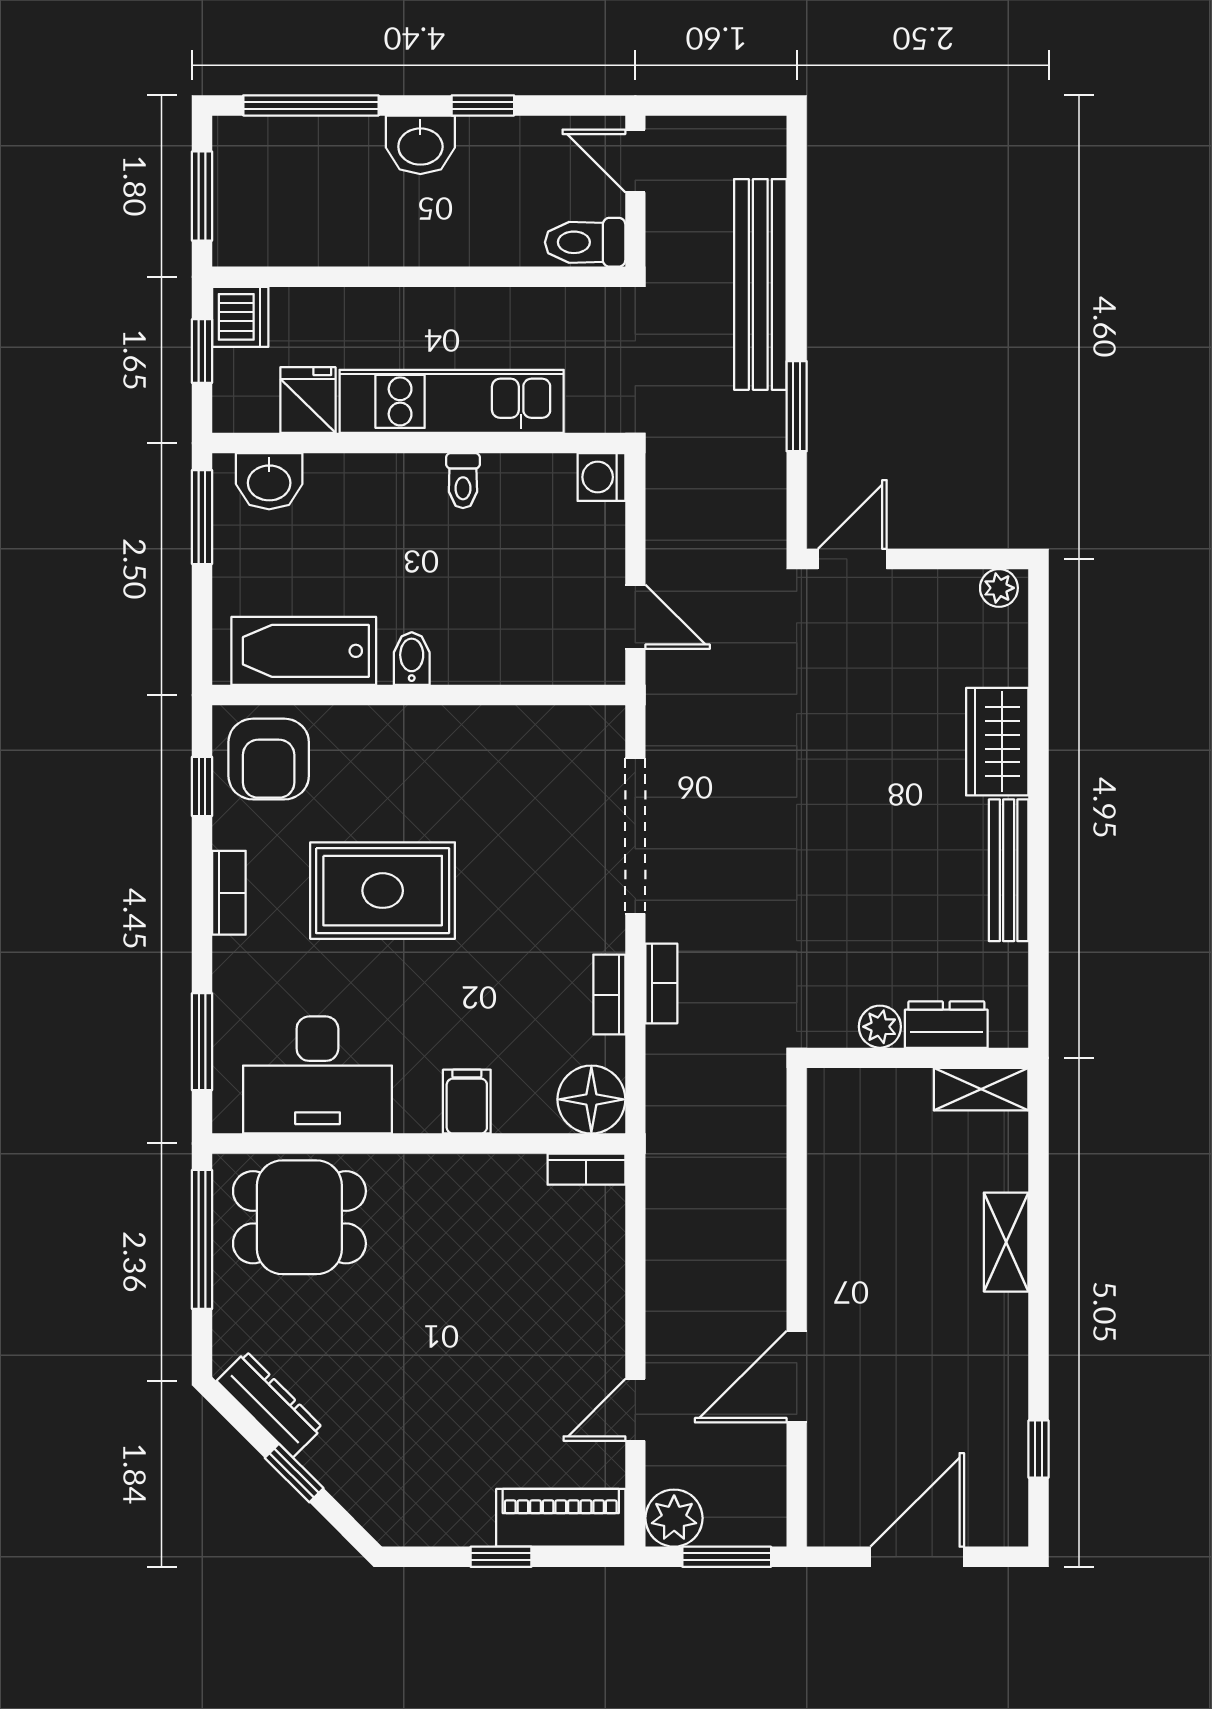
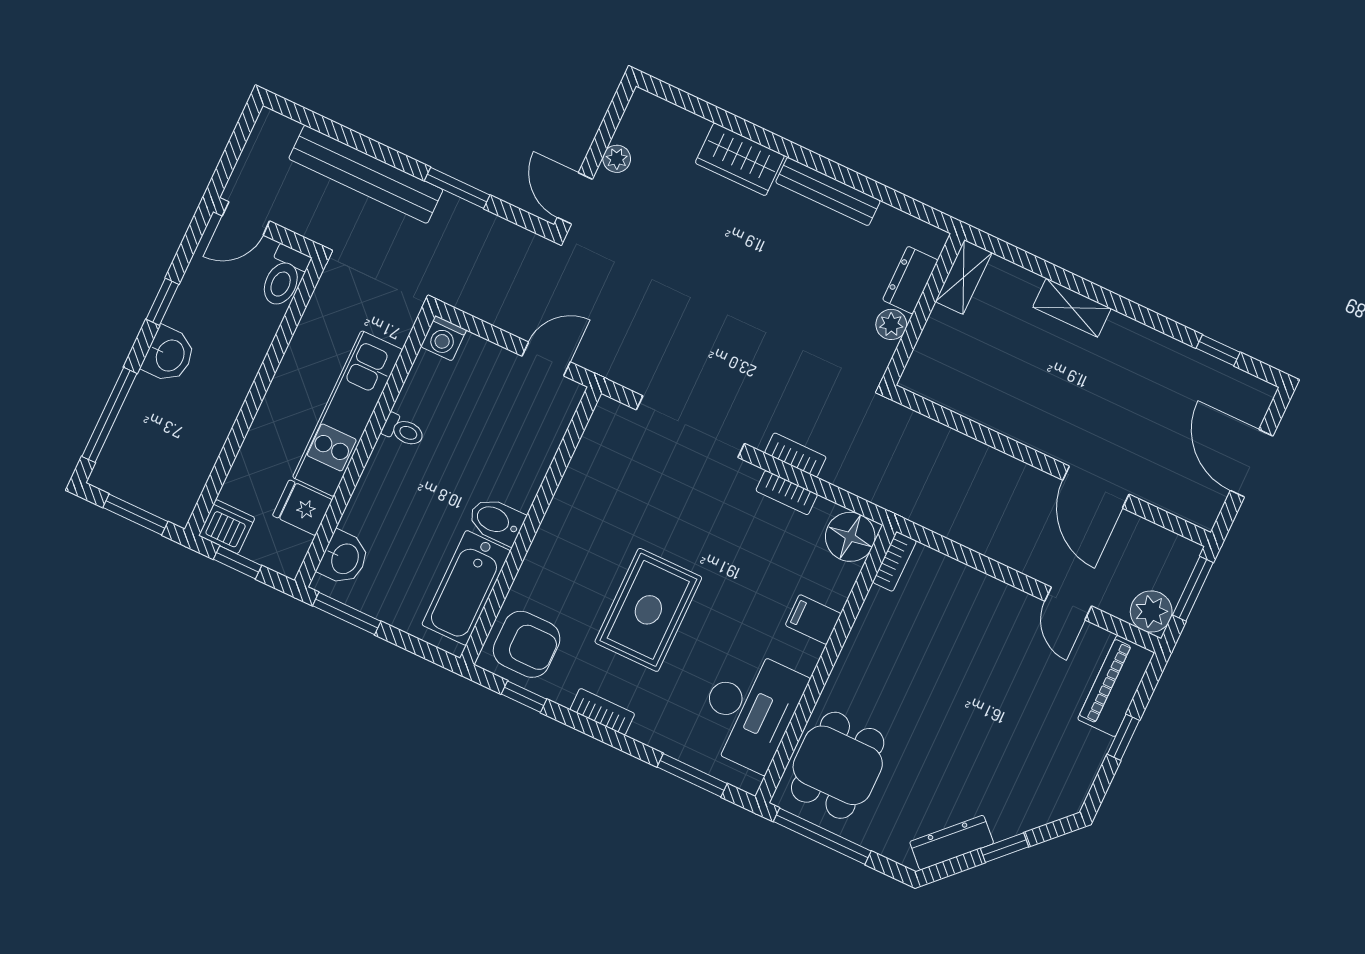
plant: (999, 588) -> (617, 159), moved
bidet: (412, 659) -> (496, 521), width x1.38, depth x1.36

